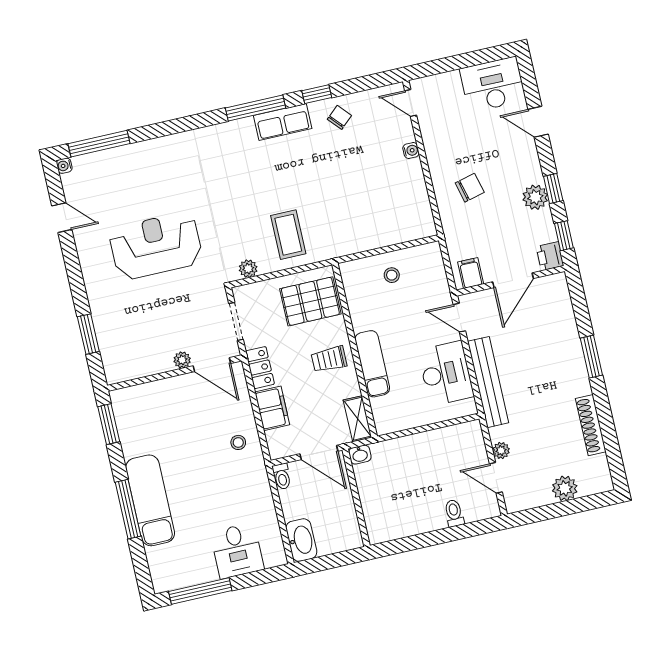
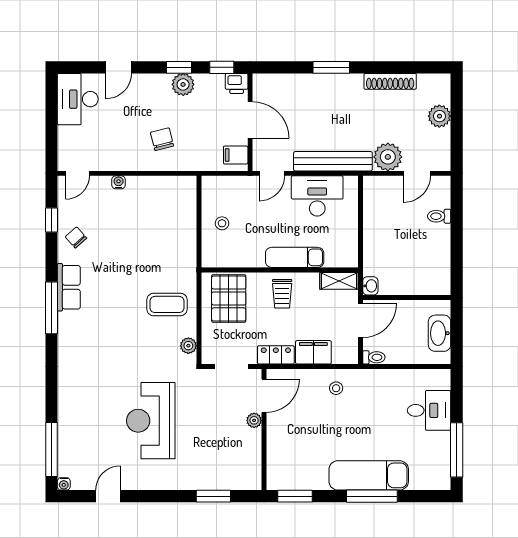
window: (317, 94) -> (52, 220), moved
plant: (501, 450) -> (388, 157), width x1.88, depth x1.88
washbasin: (301, 540) -> (440, 333), moved, turned -90

